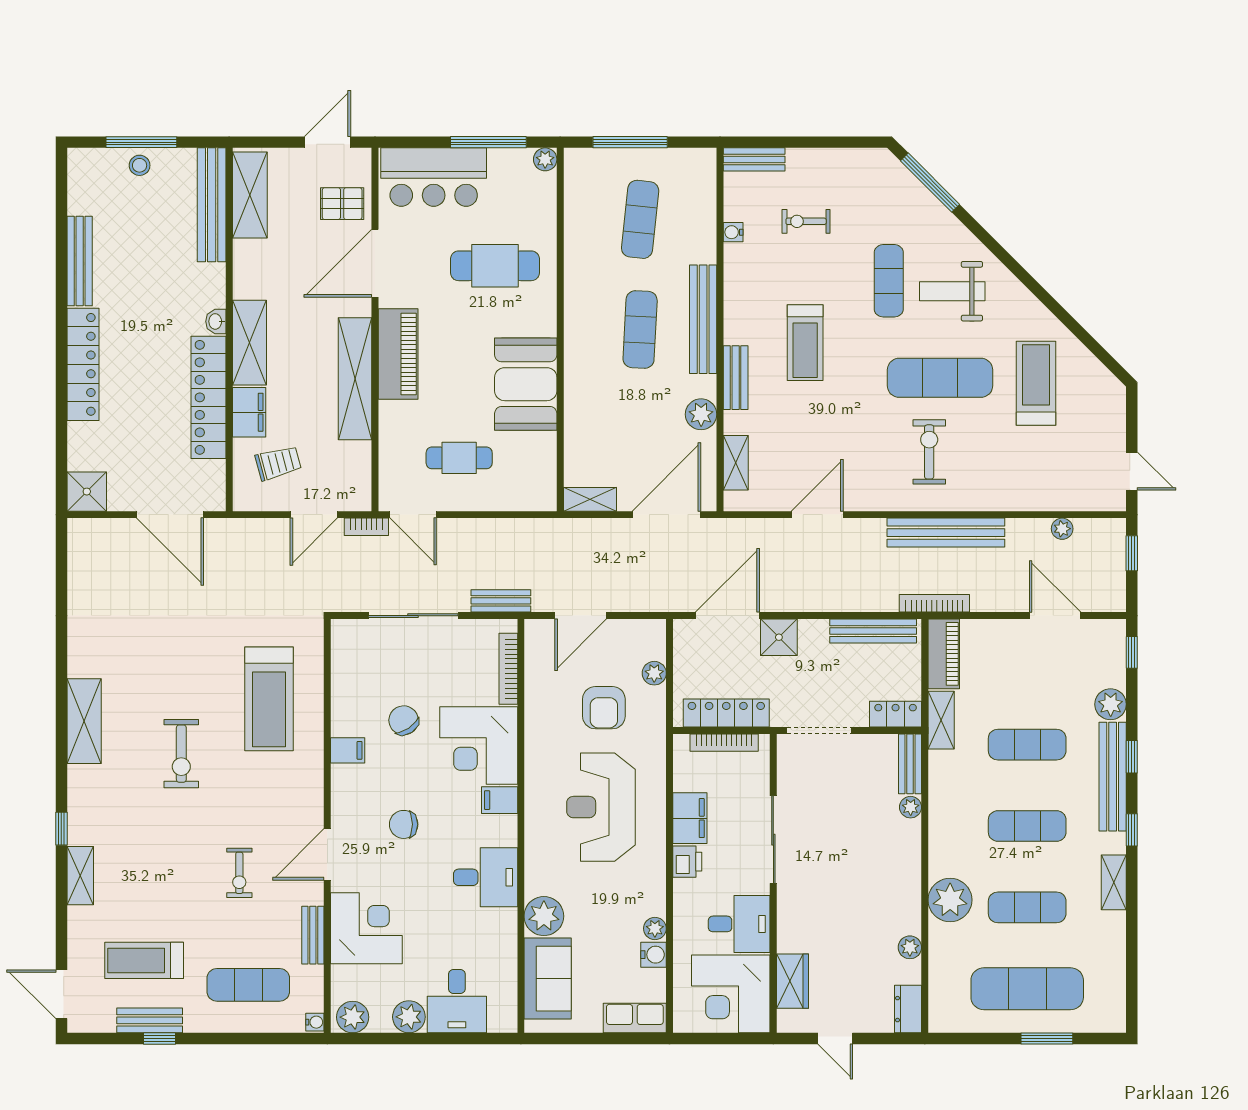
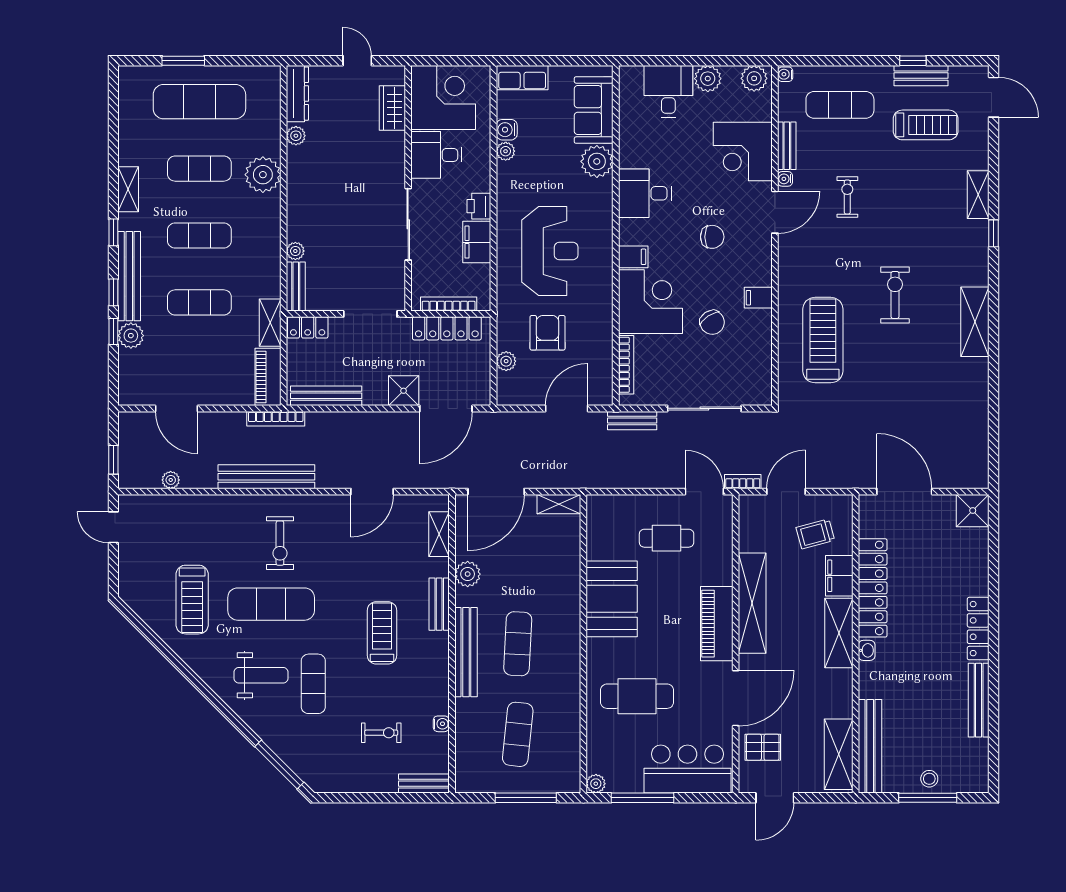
locker: (83, 364) -> (978, 629), width x0.71, depth x0.83
window: (1132, 652) -> (113, 331), moved
water cooler: (315, 895) -> (785, 179), added
dresser: (908, 1009) -> (297, 94), width x1.44

